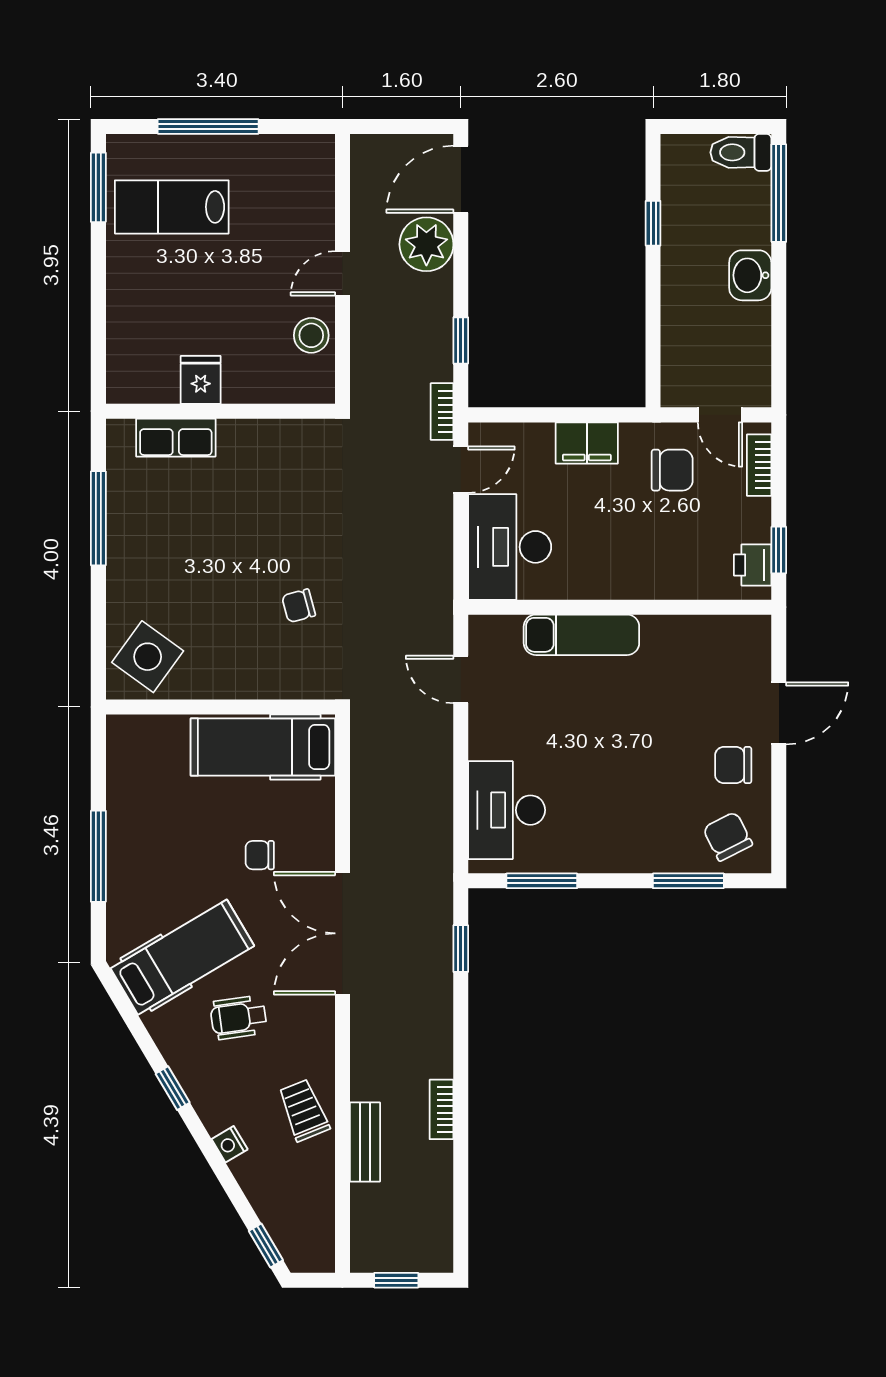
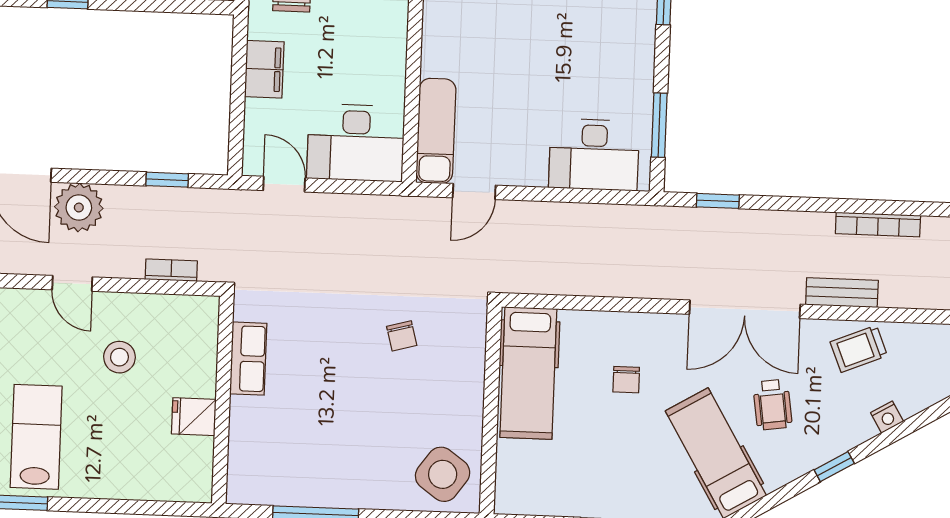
lab bench: (172, 207) -> (36, 437), turned 180
door: (342, 273) -> (72, 283), moved
stool: (311, 335) -> (119, 357), moved
bookcase: (442, 412) -> (171, 270), moved, turned 180
row of seats: (176, 438) -> (248, 359), moved
exam couch: (581, 635) -> (436, 131), moved
double door: (342, 933) -> (745, 309), moved
bookcase: (441, 1109) -> (878, 225), width x1.56
bench: (365, 1142) -> (842, 293), moved

